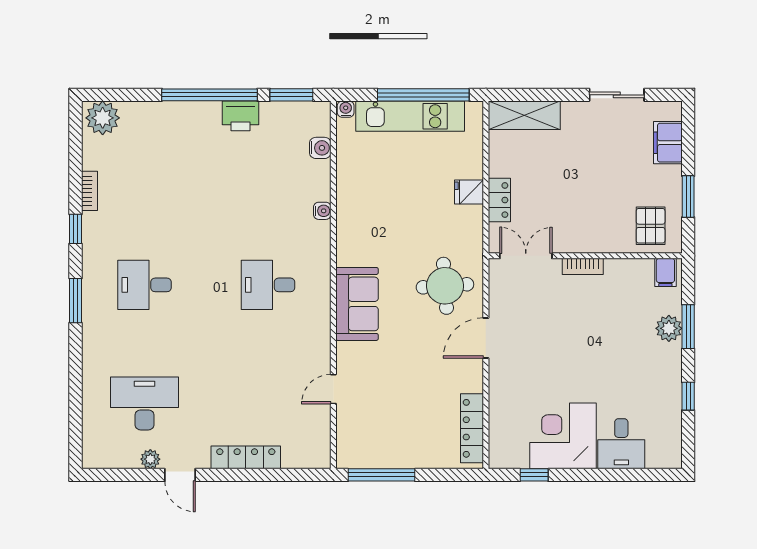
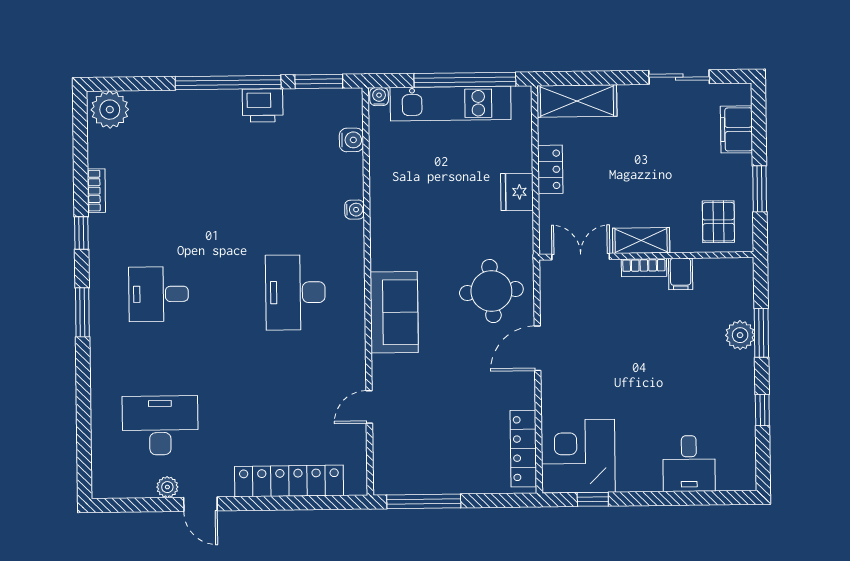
fridge: (469, 192) -> (517, 192), width x1.38
locker: (499, 200) -> (550, 169), moved
shelving: (581, 242) -> (641, 241), added
filing cabinet: (665, 272) -> (681, 274), moved
desk: (268, 285) -> (295, 292), width x1.37
corner desk: (563, 436) -> (578, 456), moved
locker: (246, 457) -> (289, 481), width x1.41, depth x1.21

